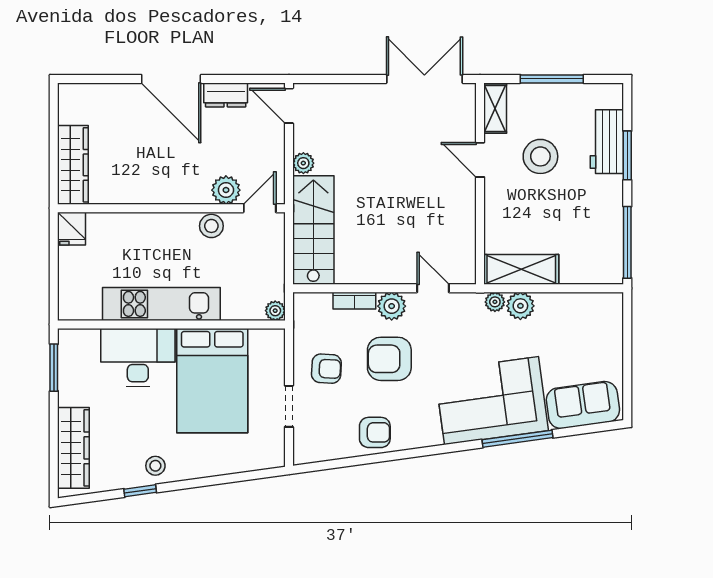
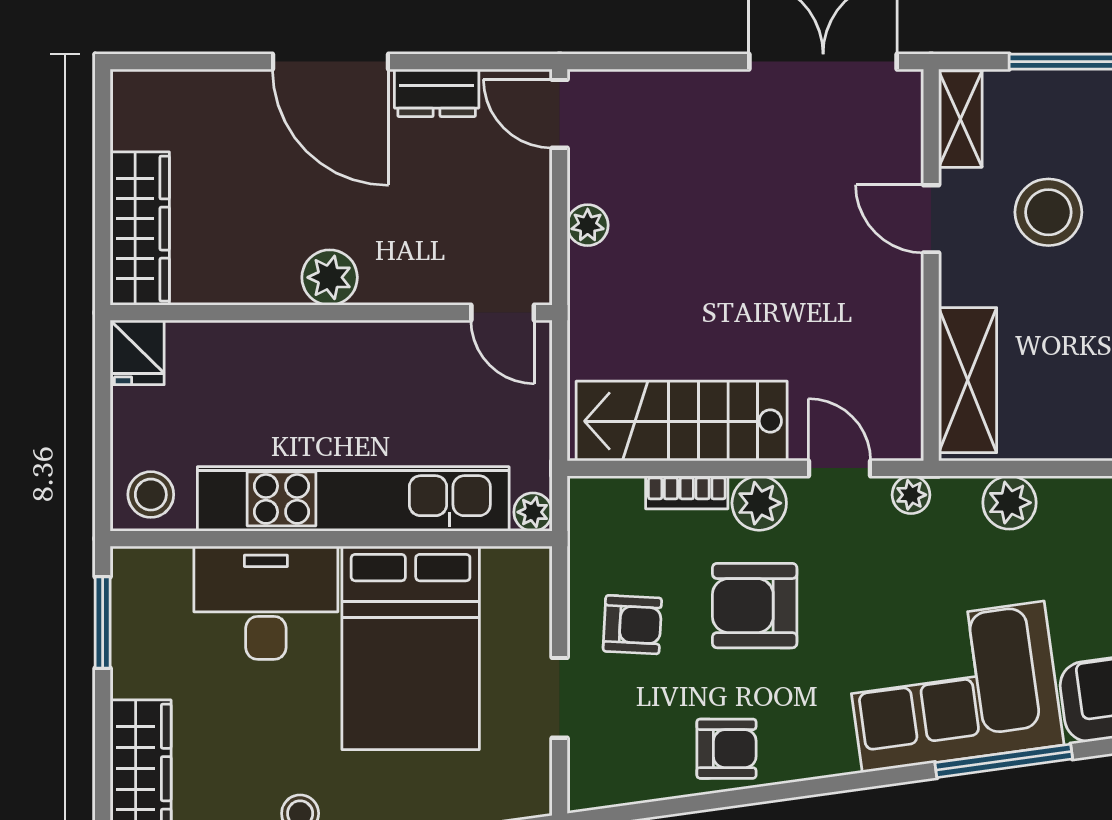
plant: (226, 190) -> (330, 277), moved
door: (260, 208) -> (503, 313), swing flipped
stool: (211, 226) -> (151, 495), moved
stairs: (313, 230) -> (682, 421), moved, turned -90
shelving: (521, 269) -> (968, 380), moved, turned 90
plant: (495, 302) -> (911, 495), moved
kitchen unit: (161, 304) -> (353, 499), width x1.36

